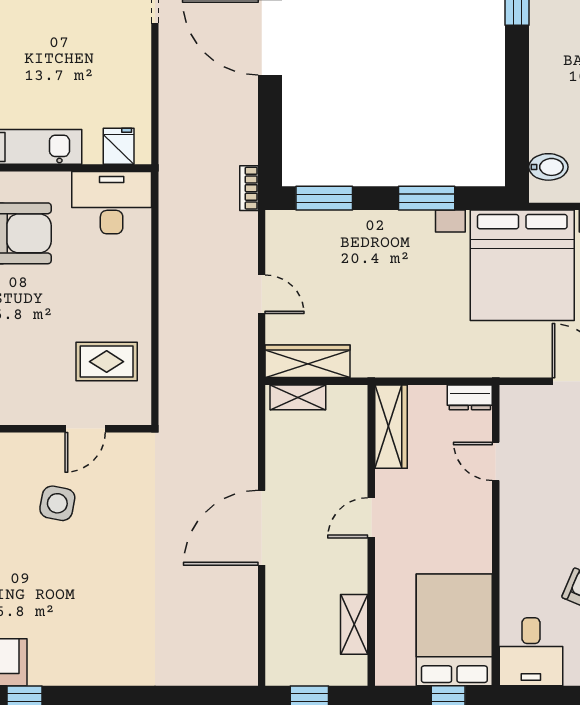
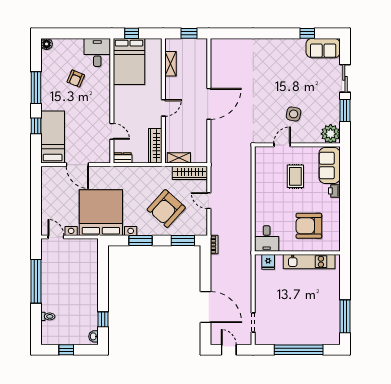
bidet: (548, 167) -> (90, 253), removed
desk: (112, 203) -> (267, 239), width x0.73
armchair: (365, 275) -> (166, 209), added
rug: (107, 362) -> (295, 176), moved, turned 90
shelving: (298, 397) -> (179, 158), moved

